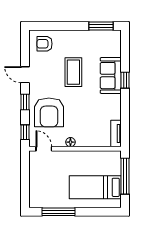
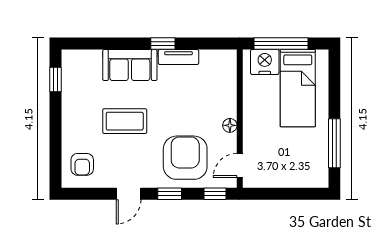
window: (101, 26) -> (55, 79), width x0.67
window: (125, 80) -> (163, 44), moved
armchair: (49, 112) -> (185, 158), turned -90
tv unit: (116, 133) -> (178, 57), moved
nightstand: (113, 165) -> (265, 62), added

